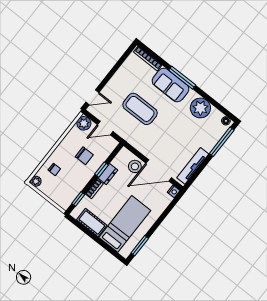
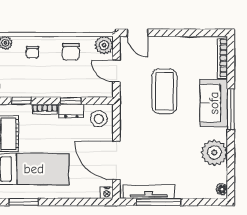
window: (222, 142) -> (159, 202), moved
chair: (84, 156) -> (71, 52), moved
stool: (135, 166) -> (99, 119), moved

